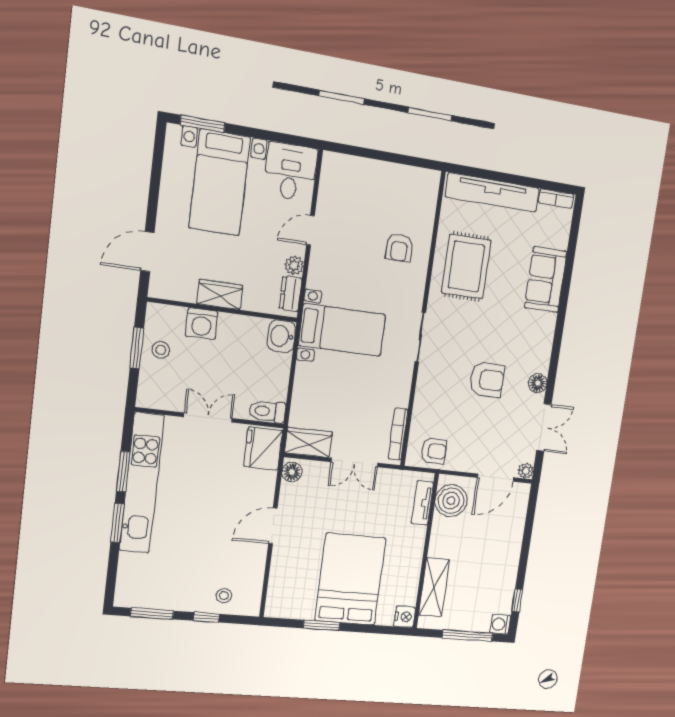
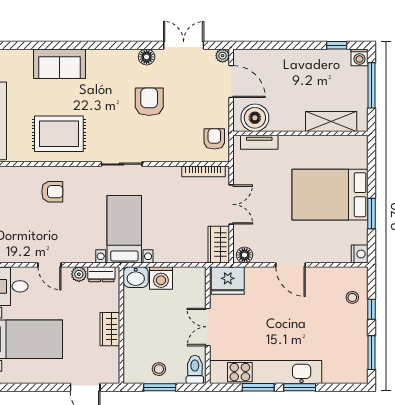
washing machine: (202, 324) -> (161, 278), moved, turned 90
toilet: (267, 411) -> (195, 369), moved, turned 180
nightstand: (405, 617) -> (360, 254), moved, turned 90

